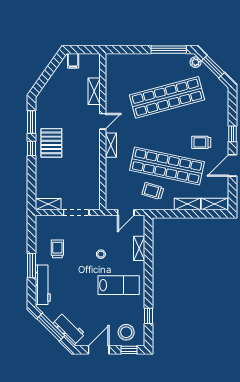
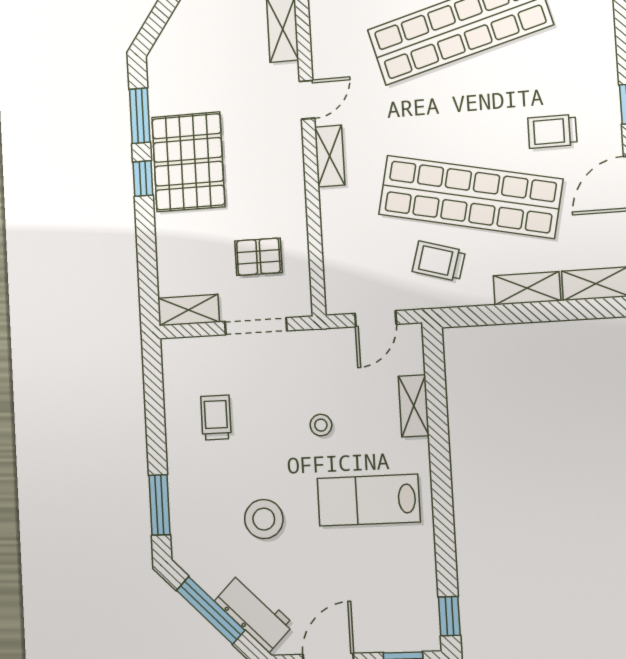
pallet: (51, 143) -> (188, 162), width x1.37, depth x1.41
pallet: (79, 184) -> (258, 257), added
window: (31, 266) -> (159, 505), moved
workbench: (43, 285) -> (186, 507), removed
lab bench: (119, 285) -> (369, 500), turned 180
window: (149, 316) -> (449, 616), moved
stool: (126, 332) -> (264, 519), moved

